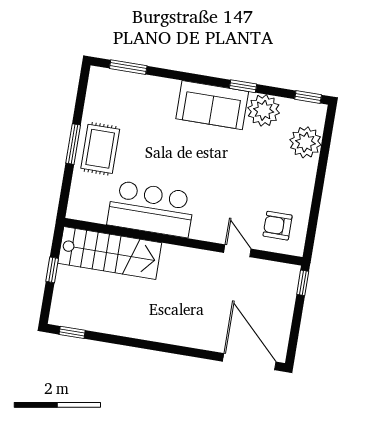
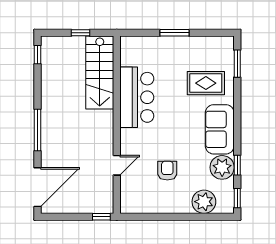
window: (243, 86) -> (237, 165), moved
rug: (100, 149) -> (206, 83), moved
armchair: (278, 226) -> (167, 171), moved
window: (173, 349) -> (37, 130), added

